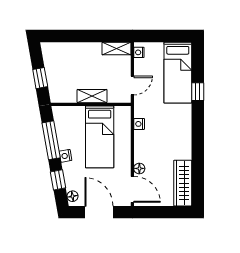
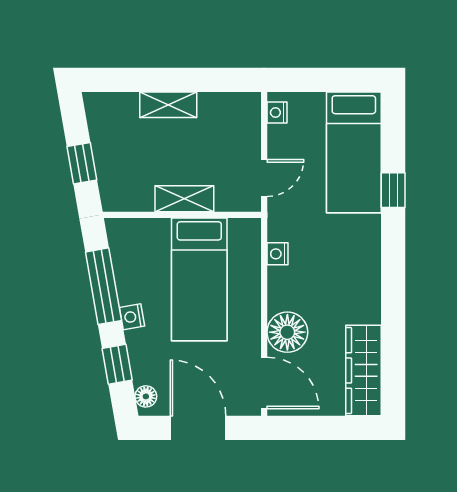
shelving: (116, 48) -> (168, 105), moved
floor lamp: (139, 168) -> (287, 332), width x1.89, depth x1.89

